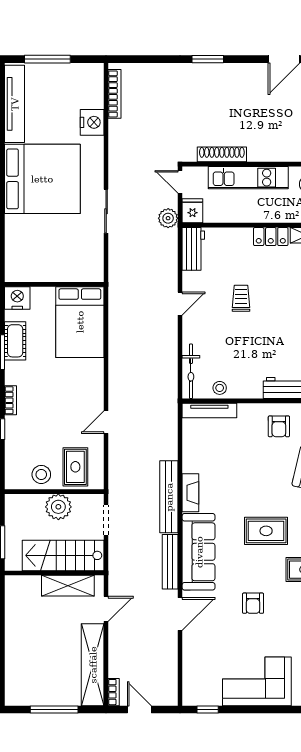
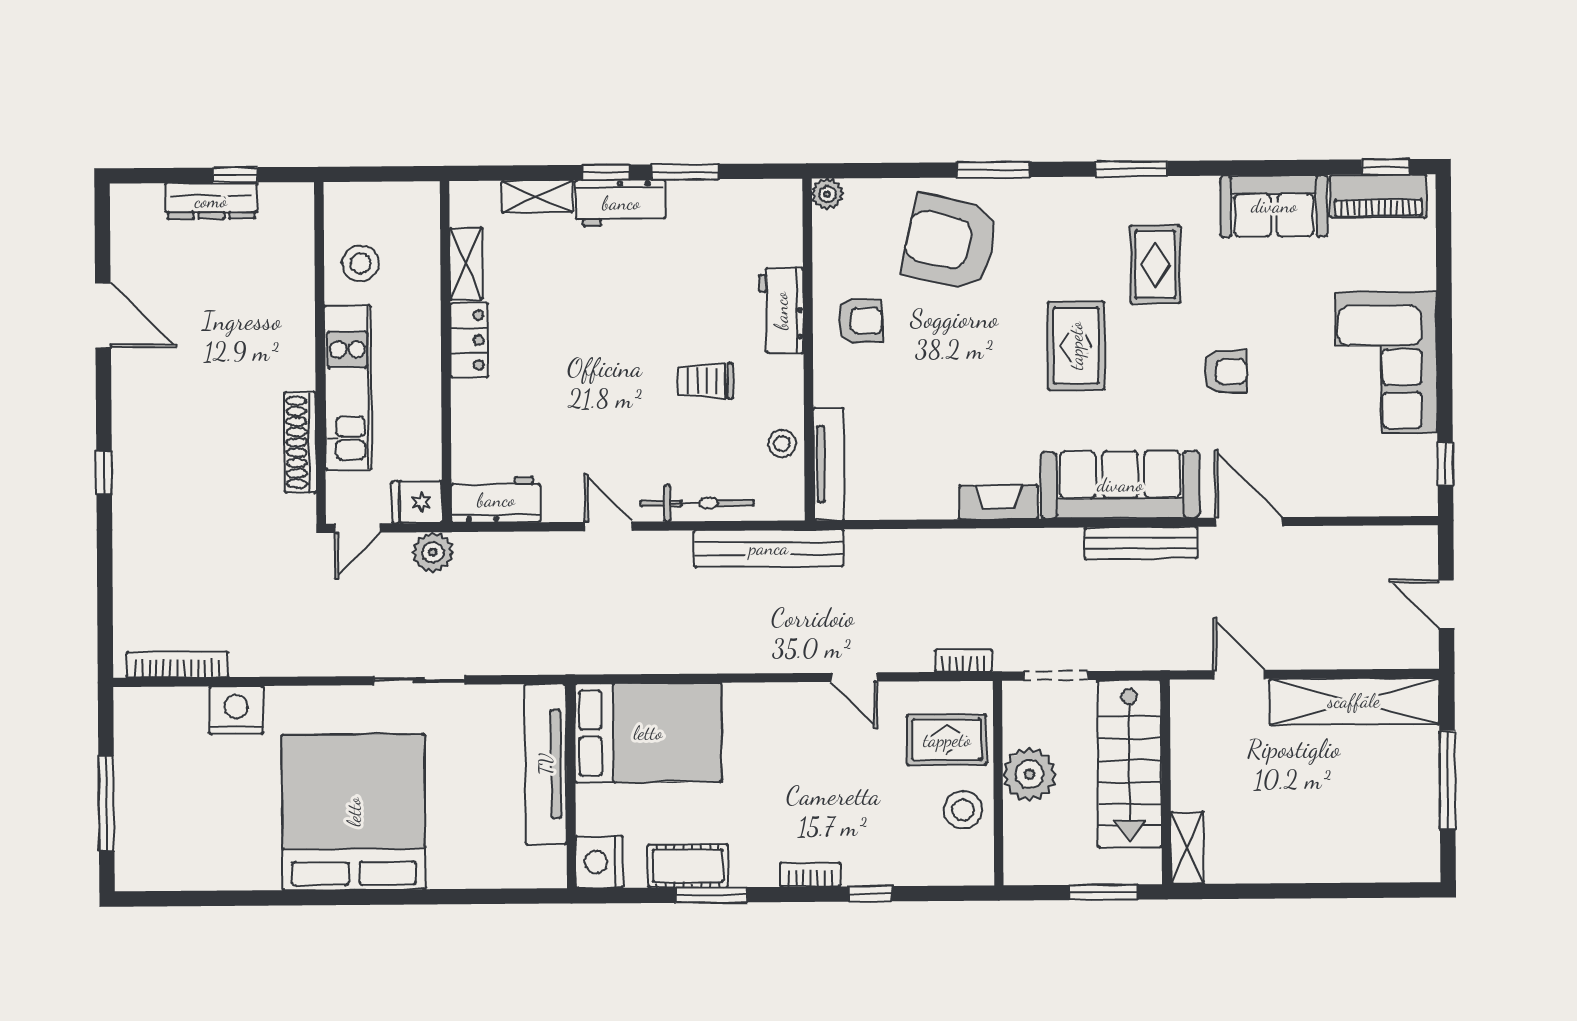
window: (208, 59) -> (104, 473), width x0.67
tv unit: (15, 104) -> (546, 764), moved, turned -90
trolley: (241, 298) -> (706, 381), moved
bicycle: (191, 371) -> (697, 503), moved
bench: (169, 497) -> (769, 548), moved
shelving: (68, 586) -> (1187, 848), moved, width x0.67, depth x0.75
bookcase: (114, 692) -> (963, 661), moved
door: (139, 710) -> (1446, 604), hinge flipped

